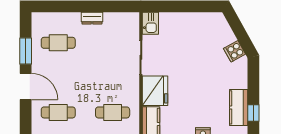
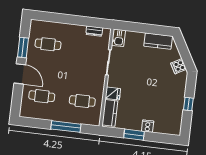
dresser: (92, 18) -> (94, 31), moved
fridge: (155, 91) -> (113, 93), width x0.53, depth x0.75
kitchen counter: (239, 107) -> (158, 41), moved, turned -90
window: (253, 113) -> (188, 104), moved

